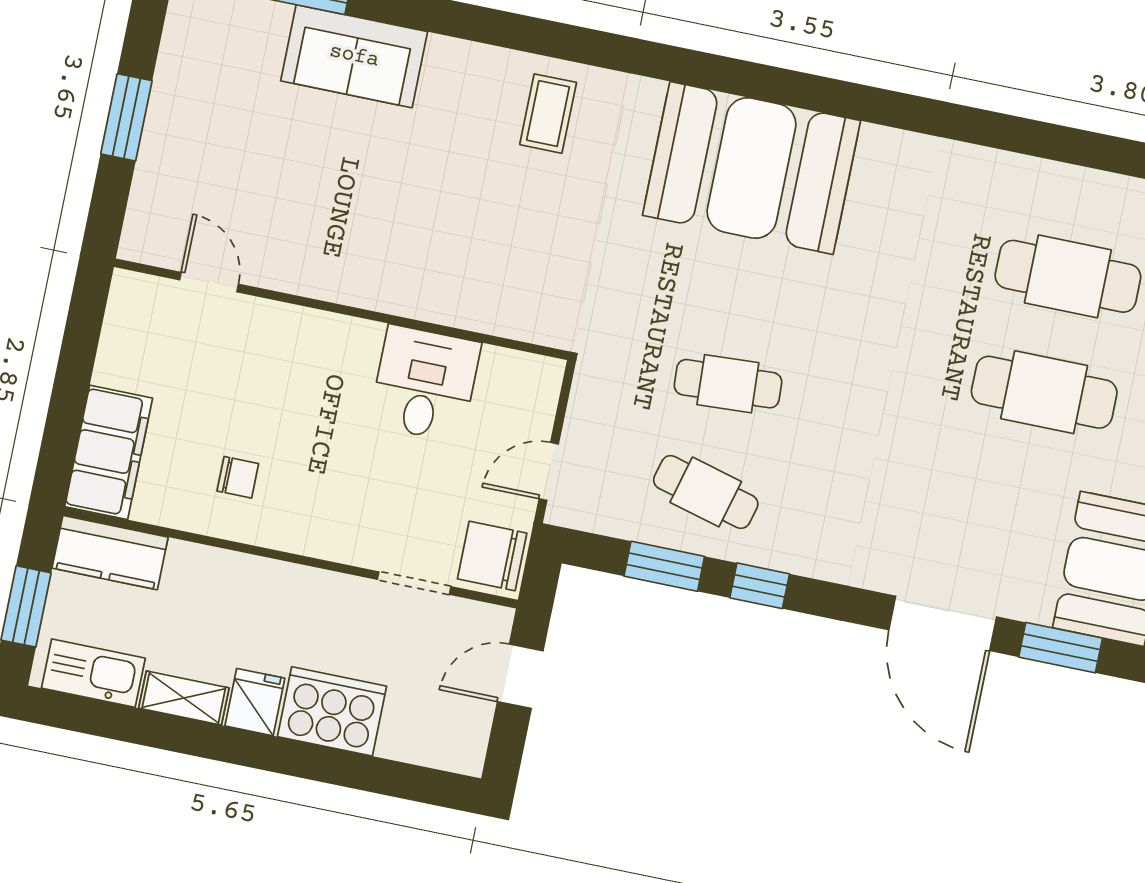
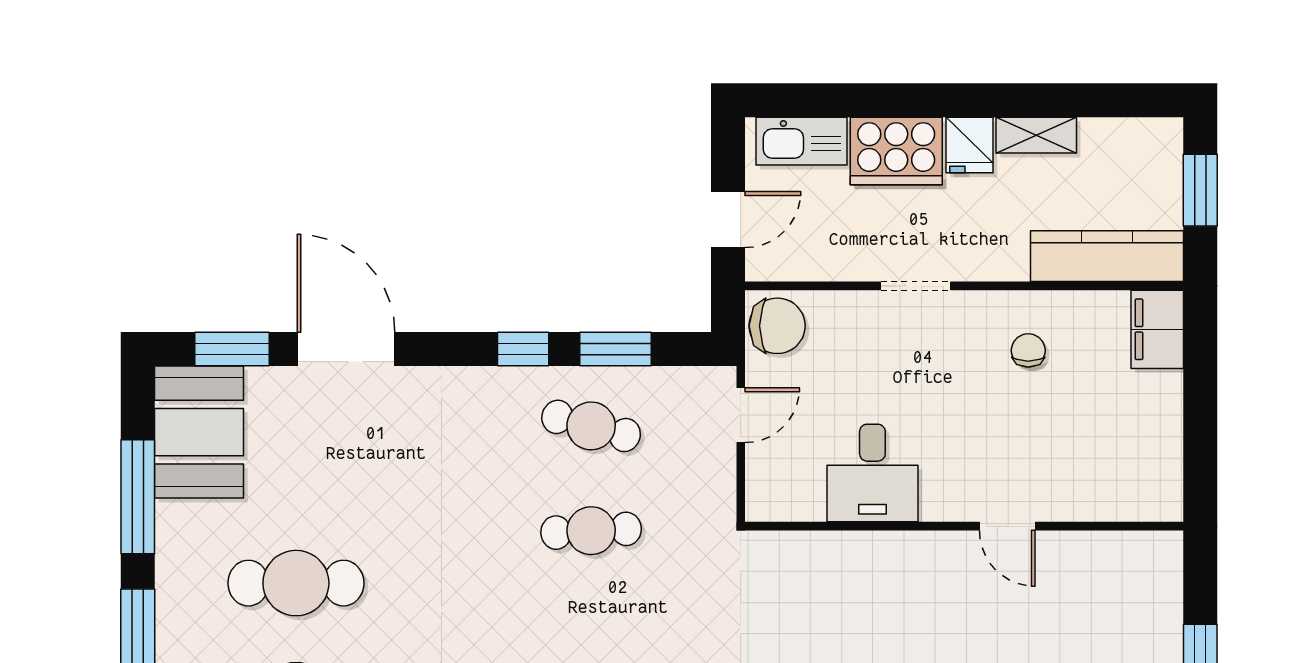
door: (209, 282) -> (1007, 526), moved
filing cabinet: (109, 452) -> (1157, 329), width x0.67, depth x0.86
chair: (238, 477) -> (1028, 350), turned 90
kitchen counter: (110, 553) -> (1107, 256), width x1.50
doorway: (414, 583) -> (916, 286), moved
kitchen sink: (93, 673) -> (802, 141), moved

